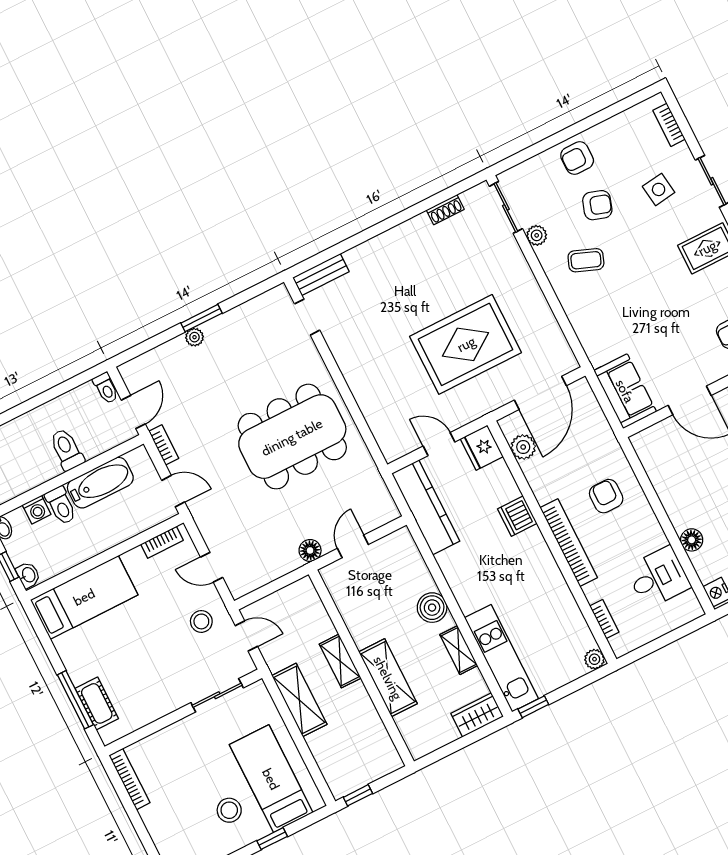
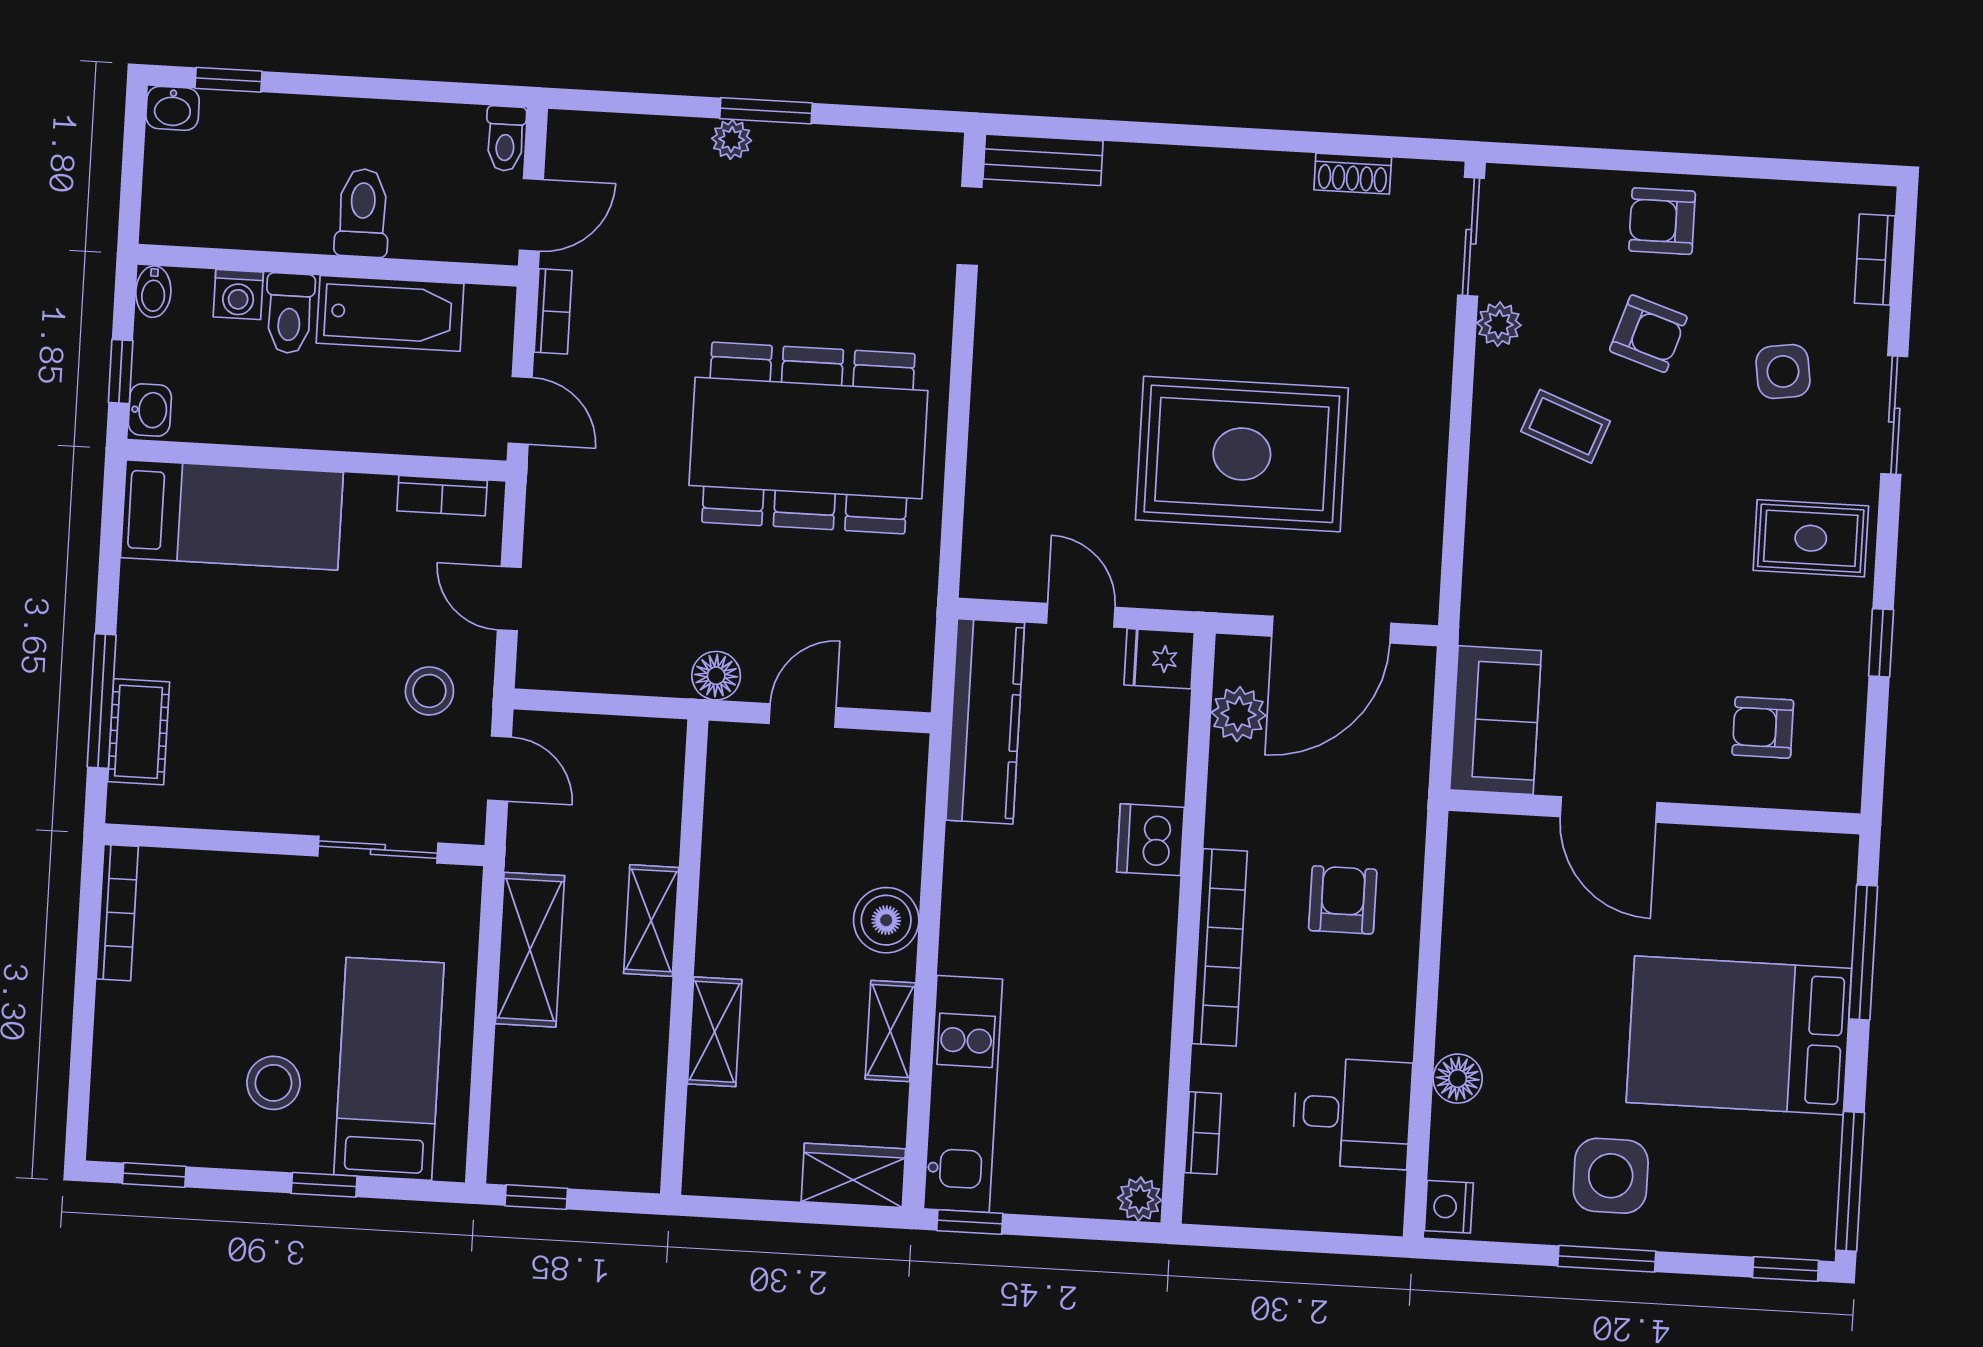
fridge: (482, 448) -> (1159, 659), width x0.72
shelving: (388, 678) -> (715, 1032), width x0.67, depth x0.75

